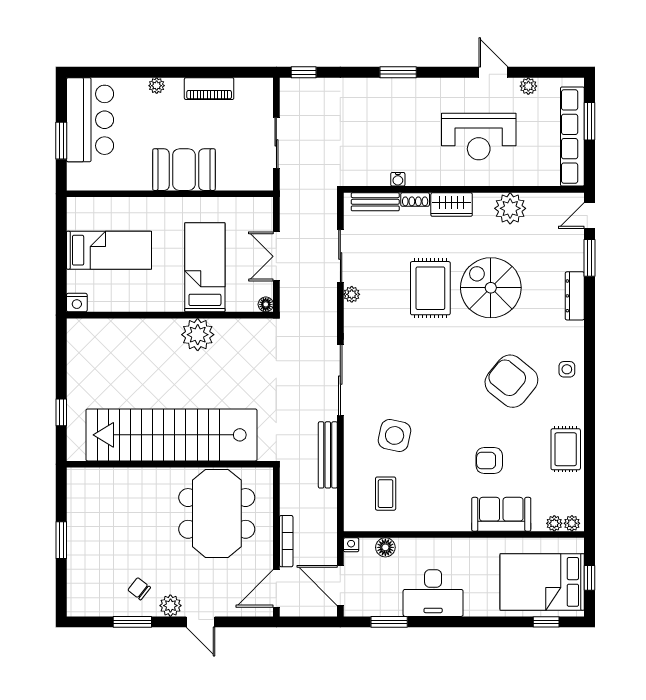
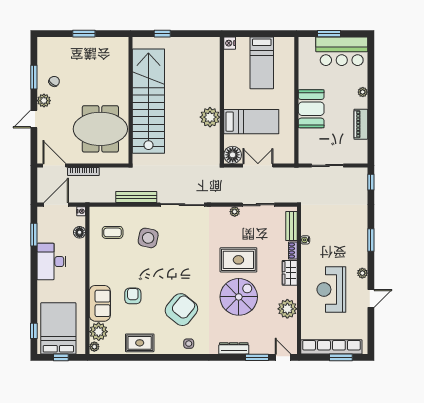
plant: (528, 86) -> (362, 273), moved
floor lamp: (266, 304) -> (233, 155), width x1.89, depth x1.89
plant: (554, 523) -> (99, 332), width x1.88, depth x1.88

